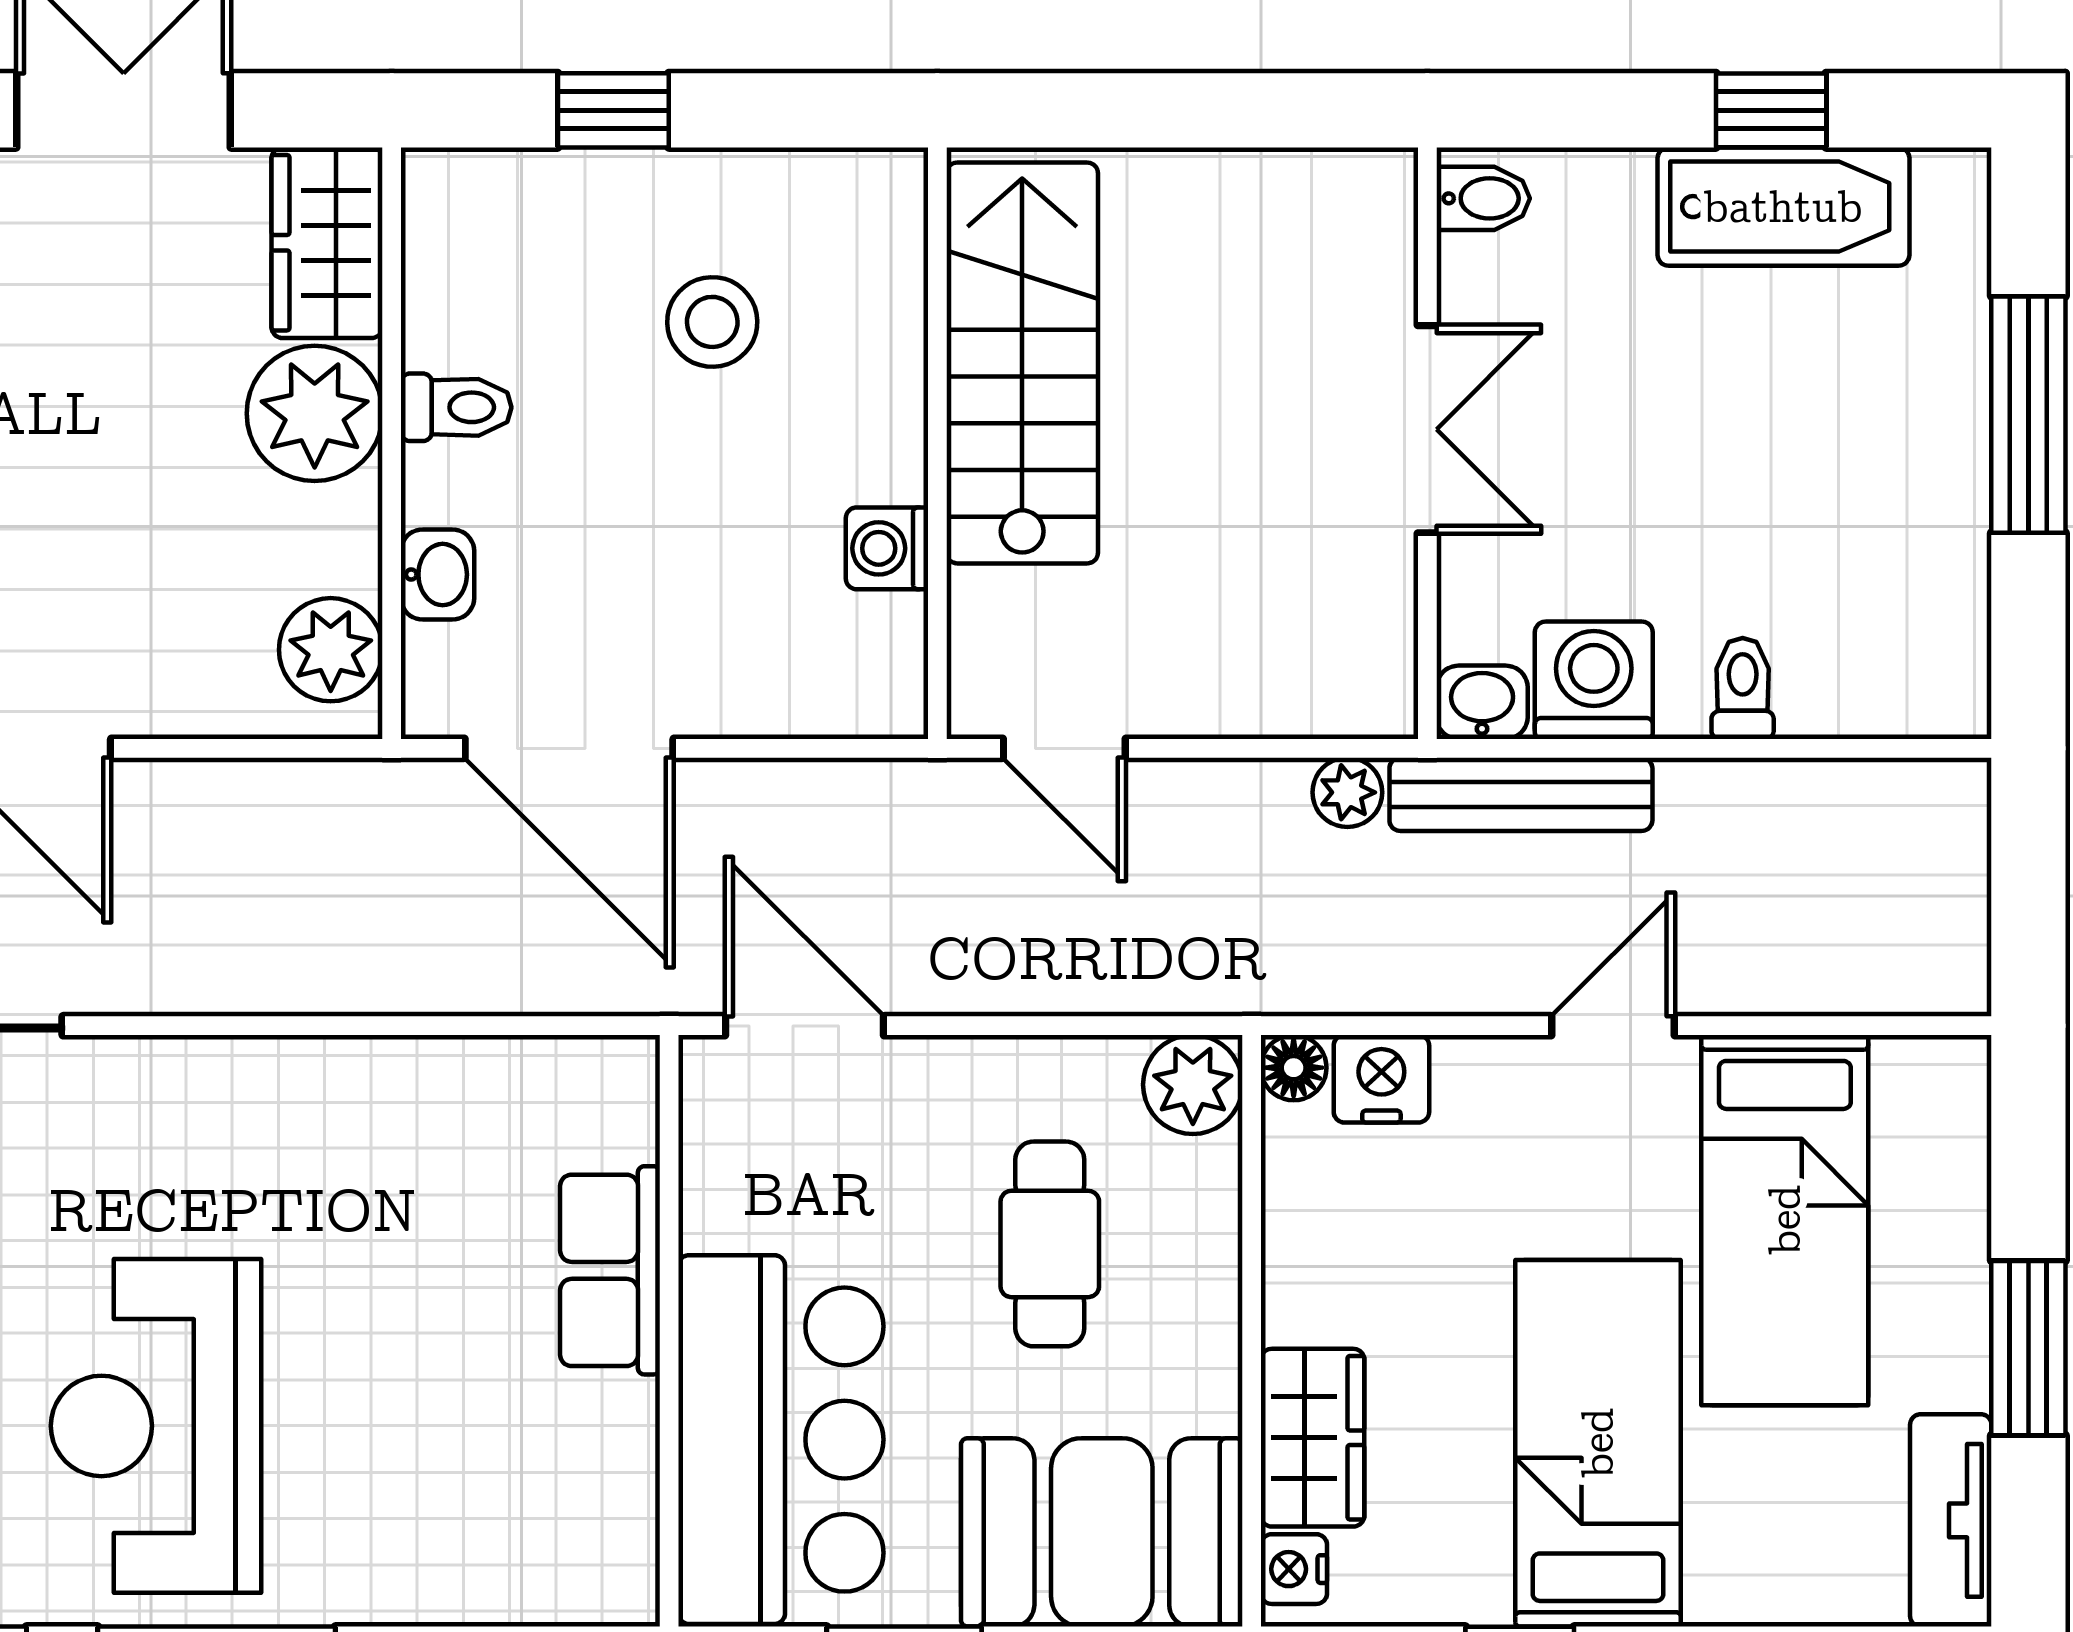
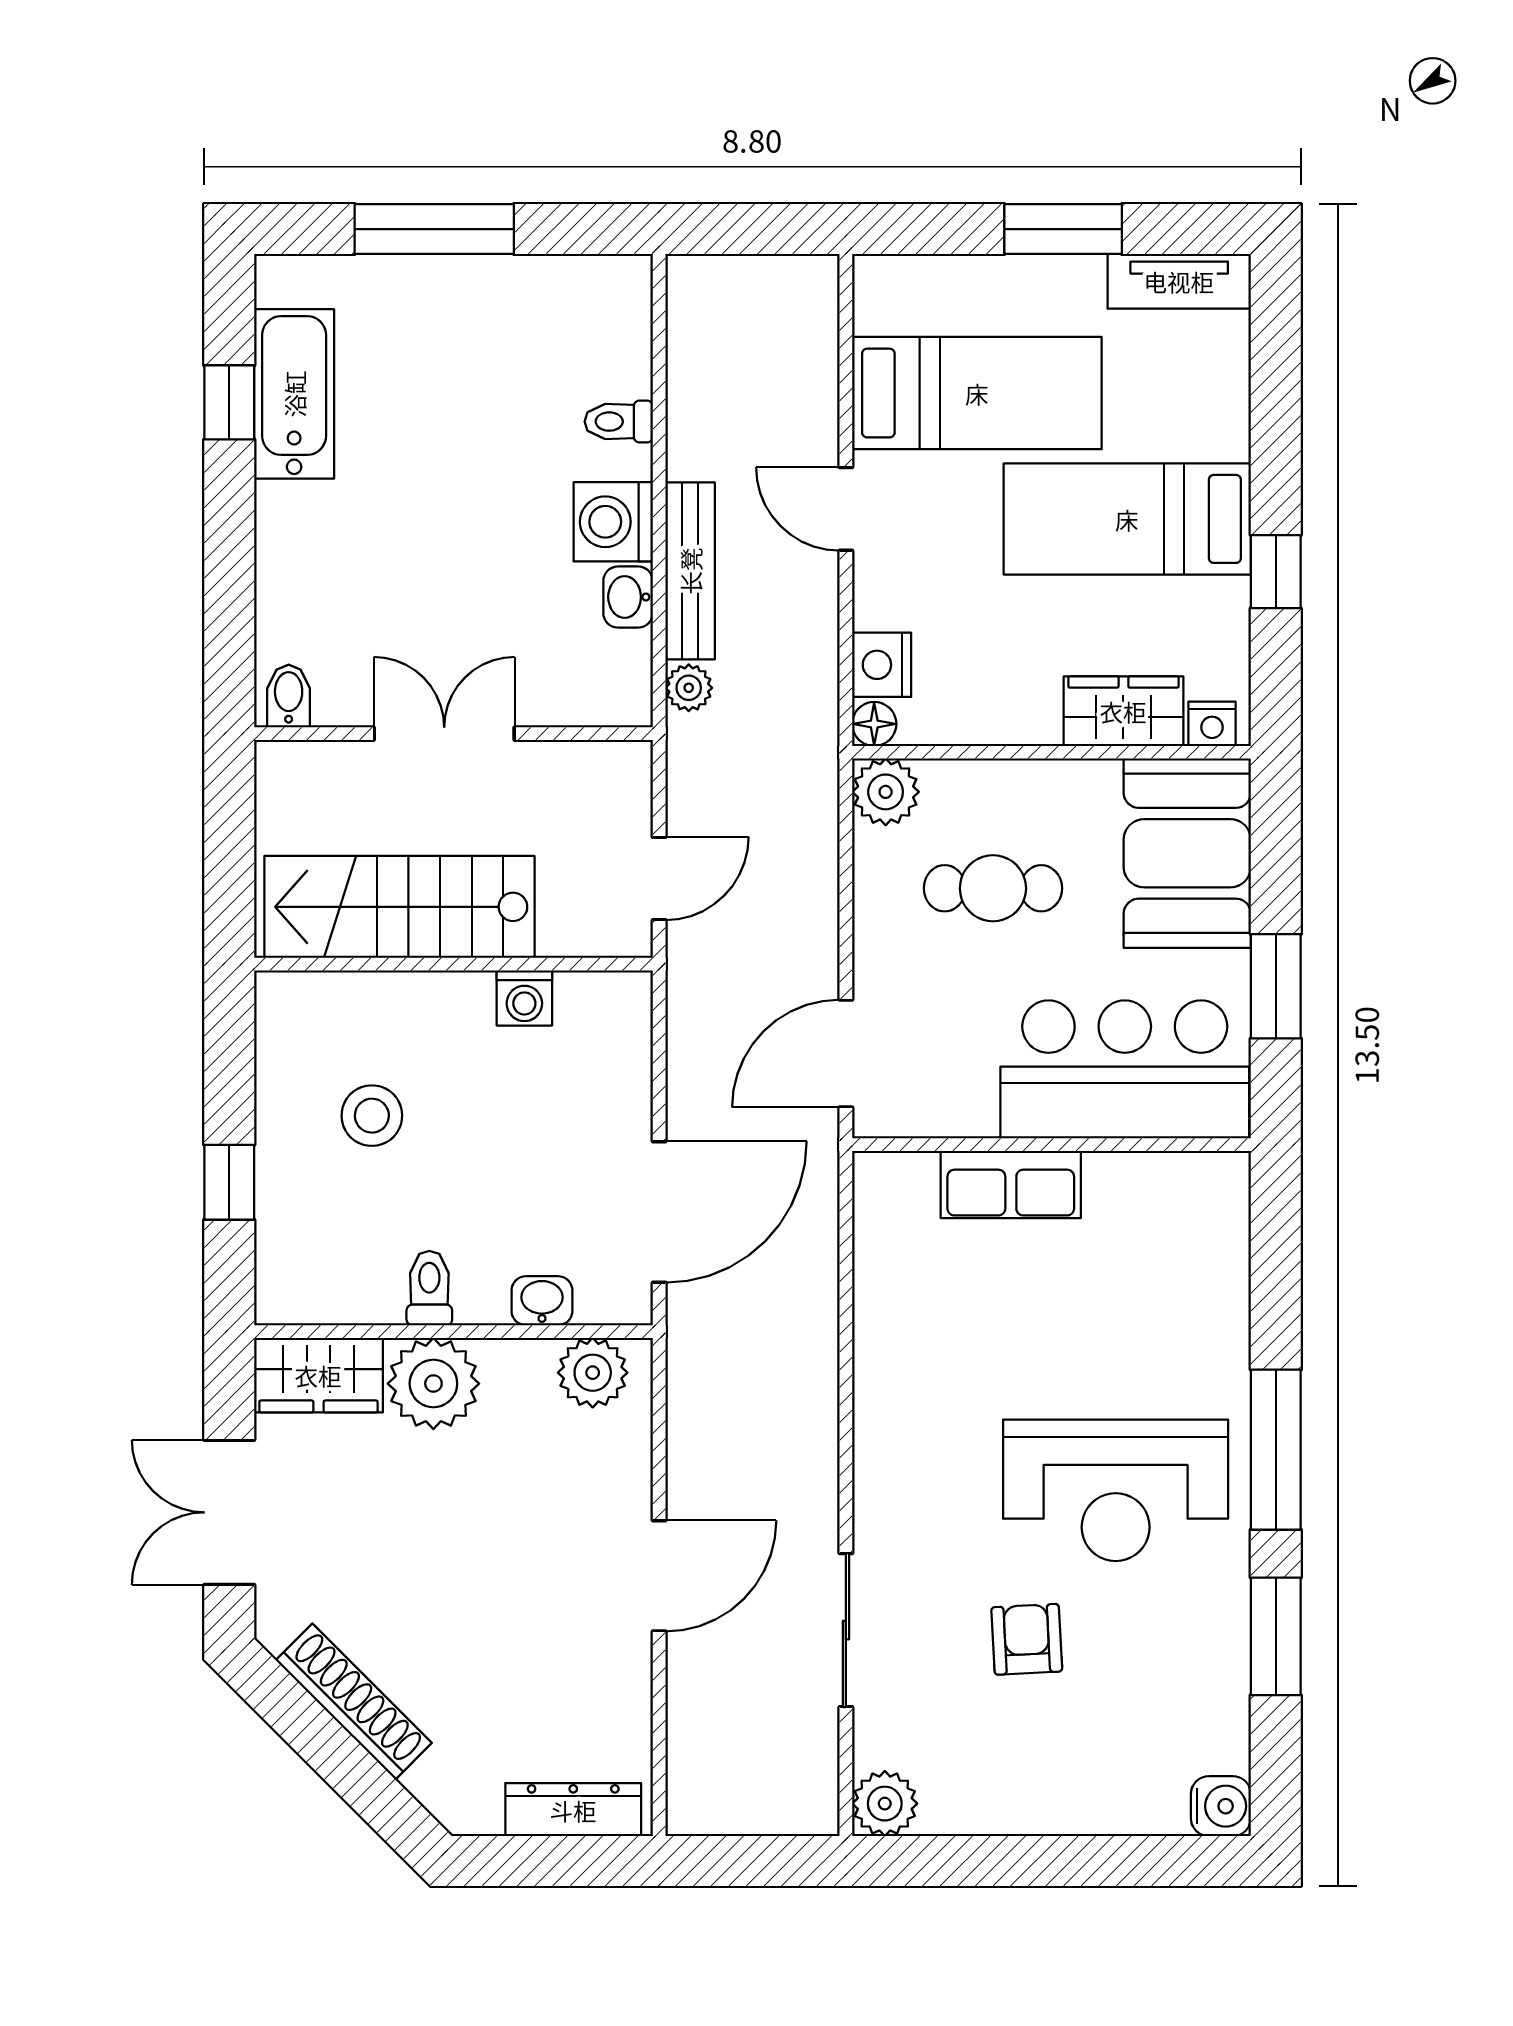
bidet: (1483, 198) -> (289, 696), moved
double door: (1427, 429) -> (444, 734), moved
wall: (1427, 443) -> (453, 734), moved

